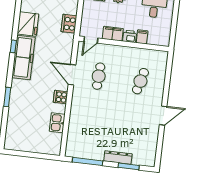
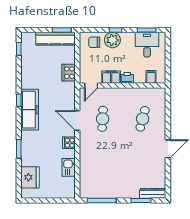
fridge: (28, 24) -> (30, 177), moved
filing cabinet: (142, 37) -> (151, 77), moved
dresser: (118, 157) -> (153, 193), moved

